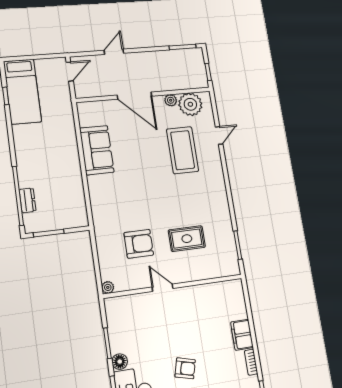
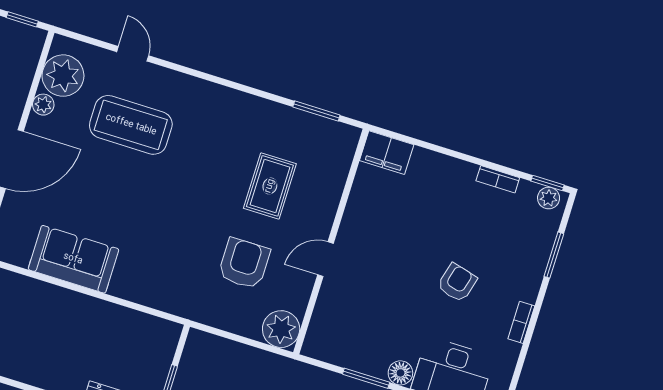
plant: (108, 287) -> (281, 329), width x1.88, depth x1.88
filing cabinet: (242, 335) -> (387, 153), moved

